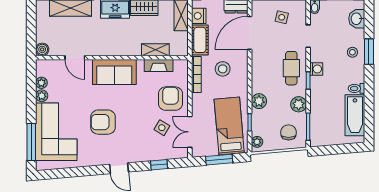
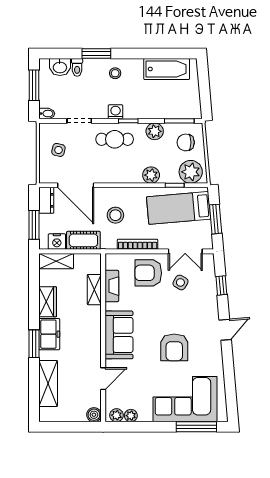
stool: (352, 52) -> (115, 73), moved
bookcase: (196, 74) -> (138, 244), moved
toilet: (356, 88) -> (77, 67), moved
plant: (42, 96) -> (117, 415), moved
plant: (257, 142) -> (191, 172), width x1.88, depth x1.88

